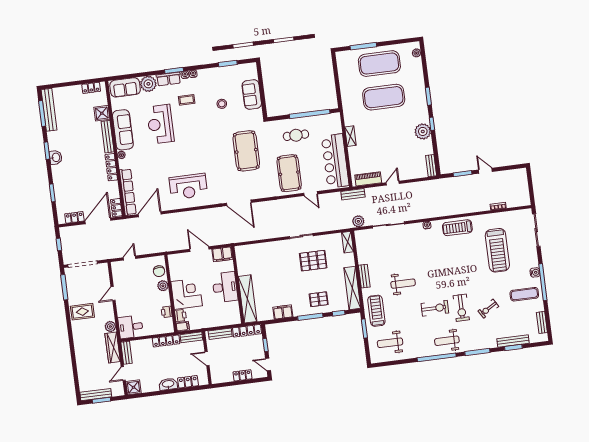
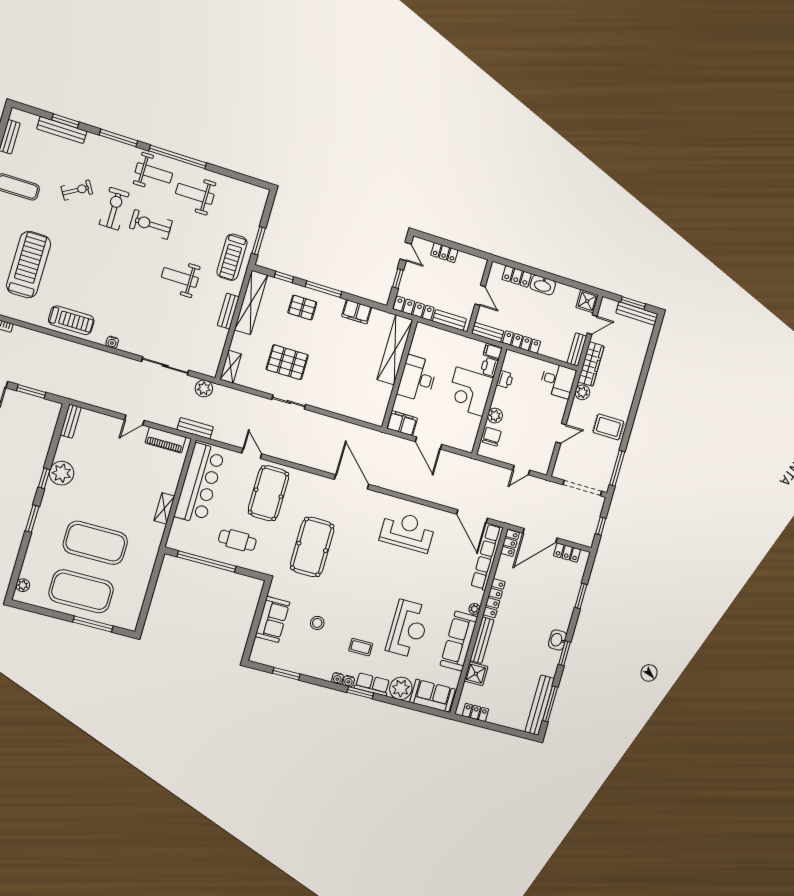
door: (150, 214) -> (472, 516), hinge flipped
weight bench: (390, 343) -> (195, 194), moved, turned 180

